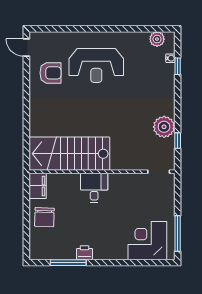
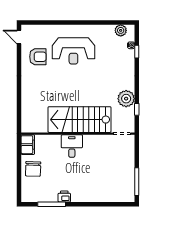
stairs: (69, 154) -> (79, 120), moved
corner desk: (147, 241) -> (113, 187), removed

